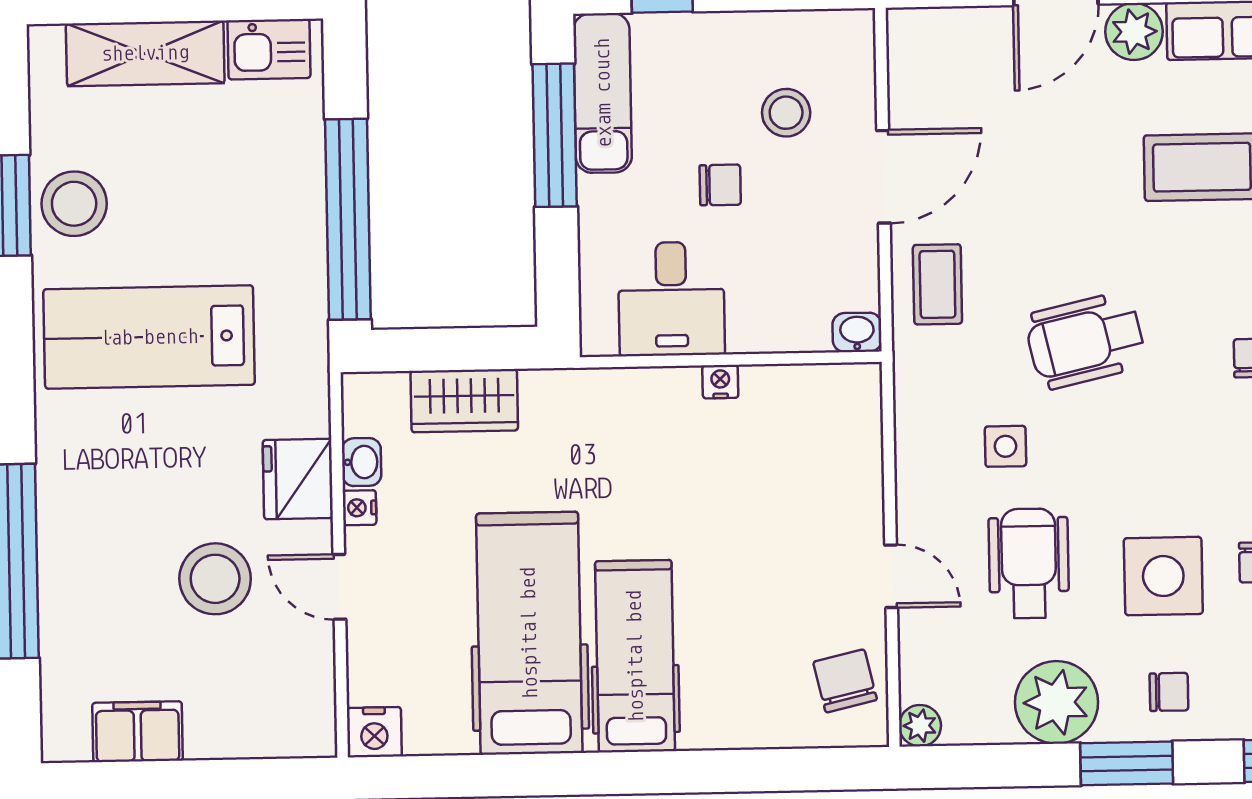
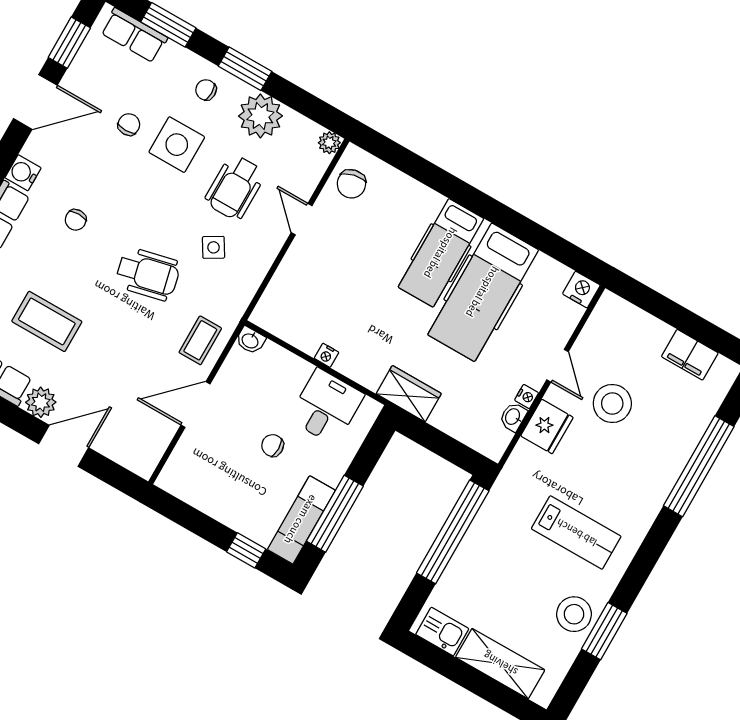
stool: (786, 113) -> (223, 461), removed
lab bench: (149, 337) -> (576, 533), width x0.73, depth x0.72
wardrobe: (464, 401) -> (409, 394), moved
side table: (1005, 446) -> (214, 247), turned -31

